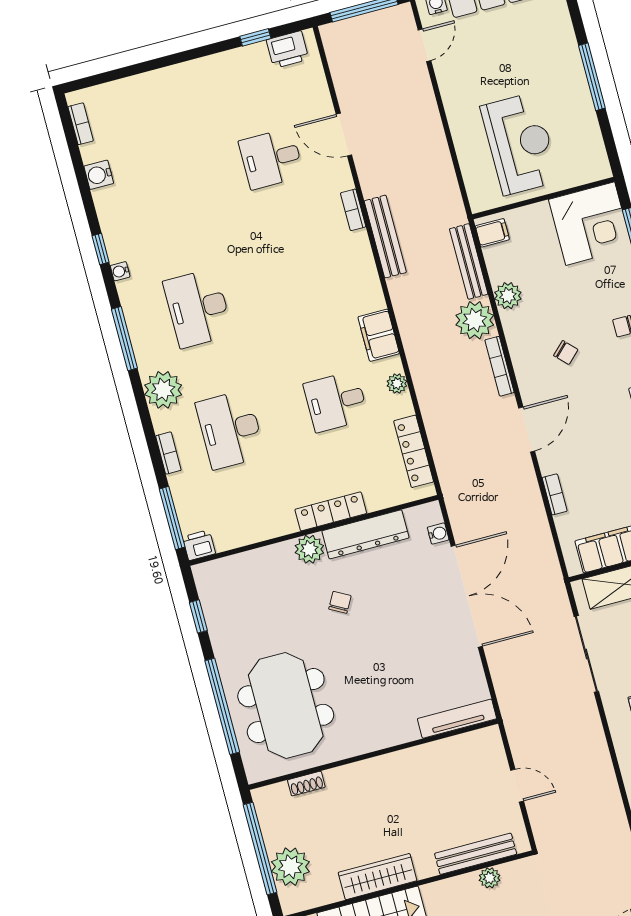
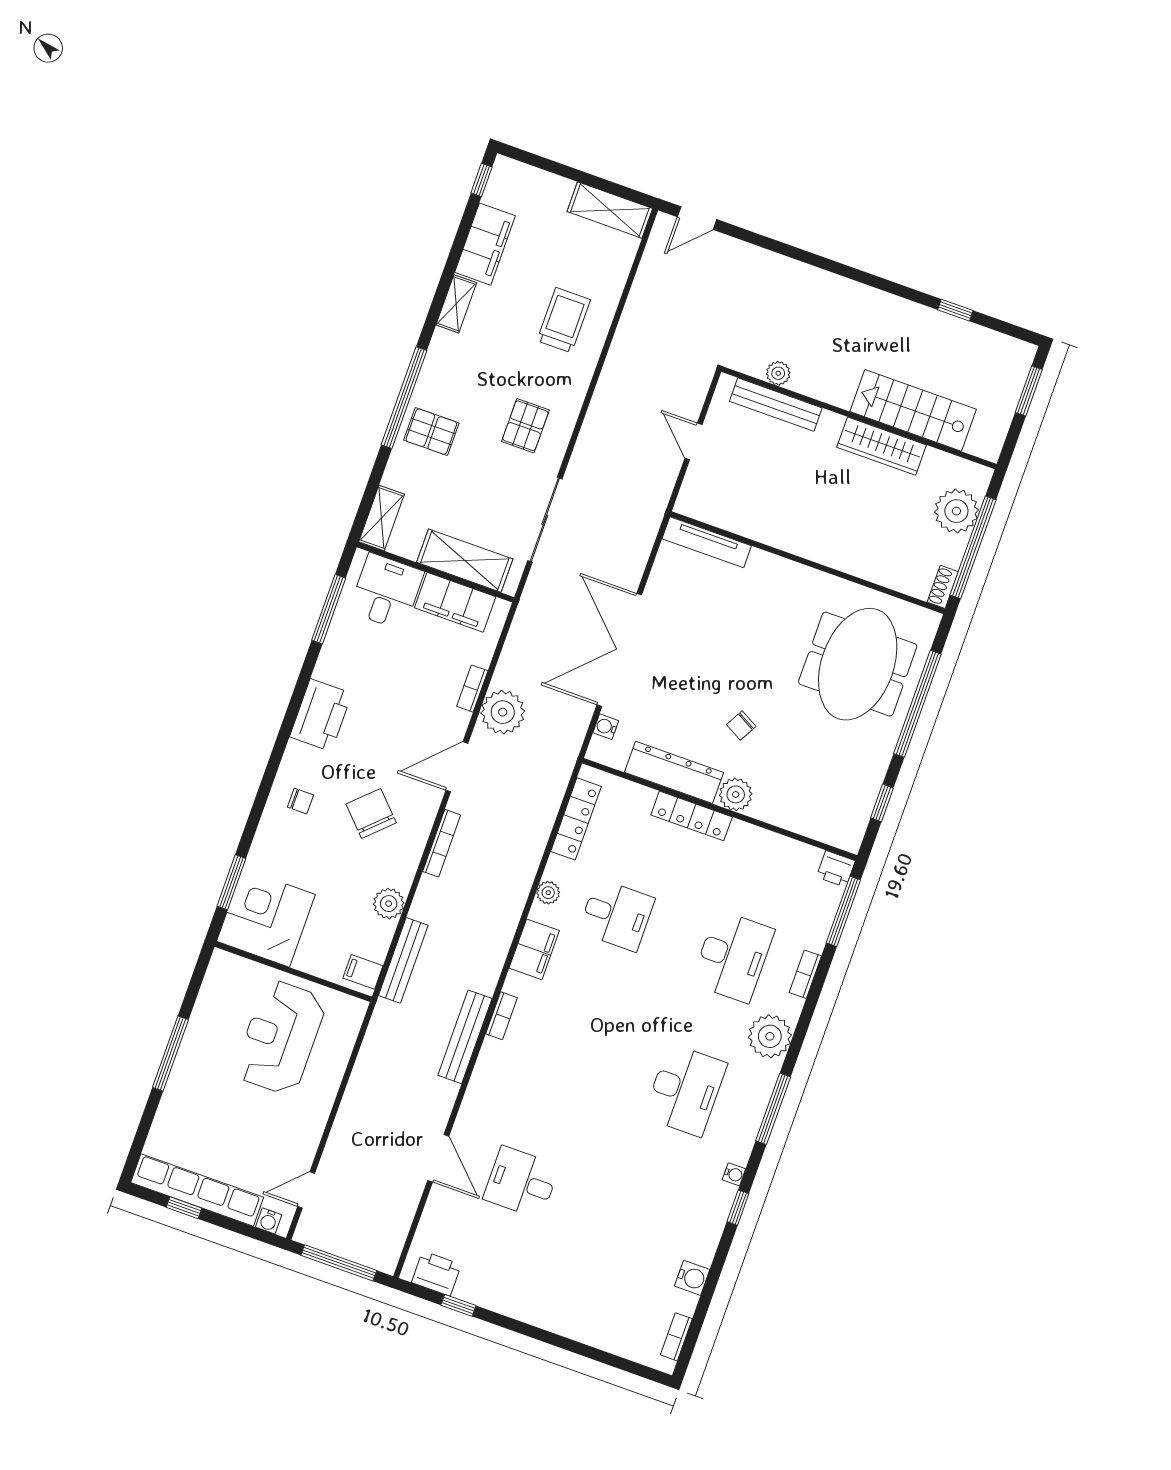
desk: (271, 159) -> (521, 1182), turned 180
bookcase: (353, 210) -> (502, 1016), moved
plant: (475, 320) -> (503, 712), moved
chair: (566, 353) -> (371, 813), width x1.87, depth x1.87
shoe rack: (306, 784) -> (943, 587), moved, turned -90

